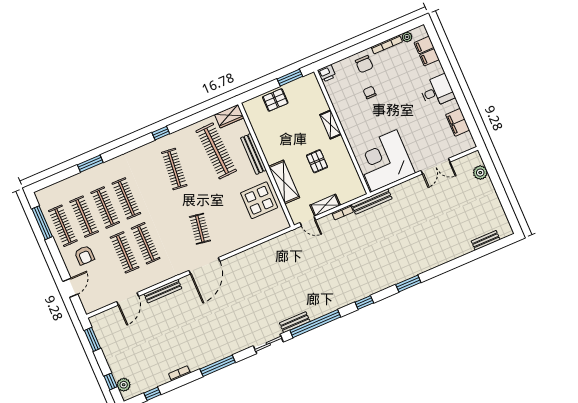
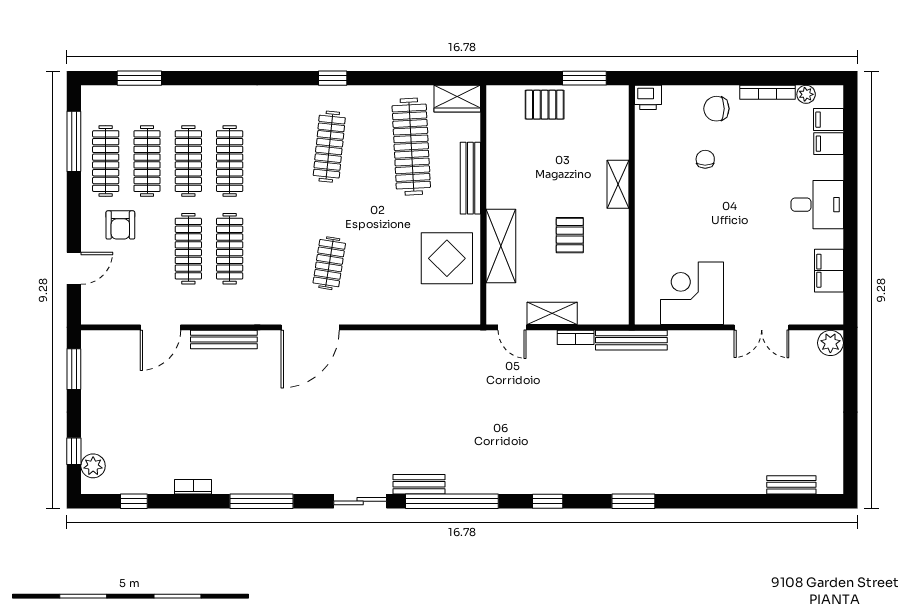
chair: (364, 64) -> (716, 109), turned 90
corner desk: (384, 161) -> (692, 293), width x0.74, depth x0.74
window: (90, 164) -> (139, 78), moved
plant: (480, 173) -> (830, 343), moved

